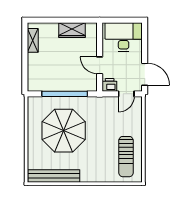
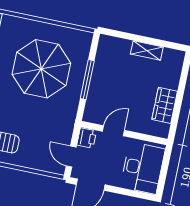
shelving: (33, 40) -> (147, 50), moved
window: (65, 94) -> (87, 80), width x0.68

